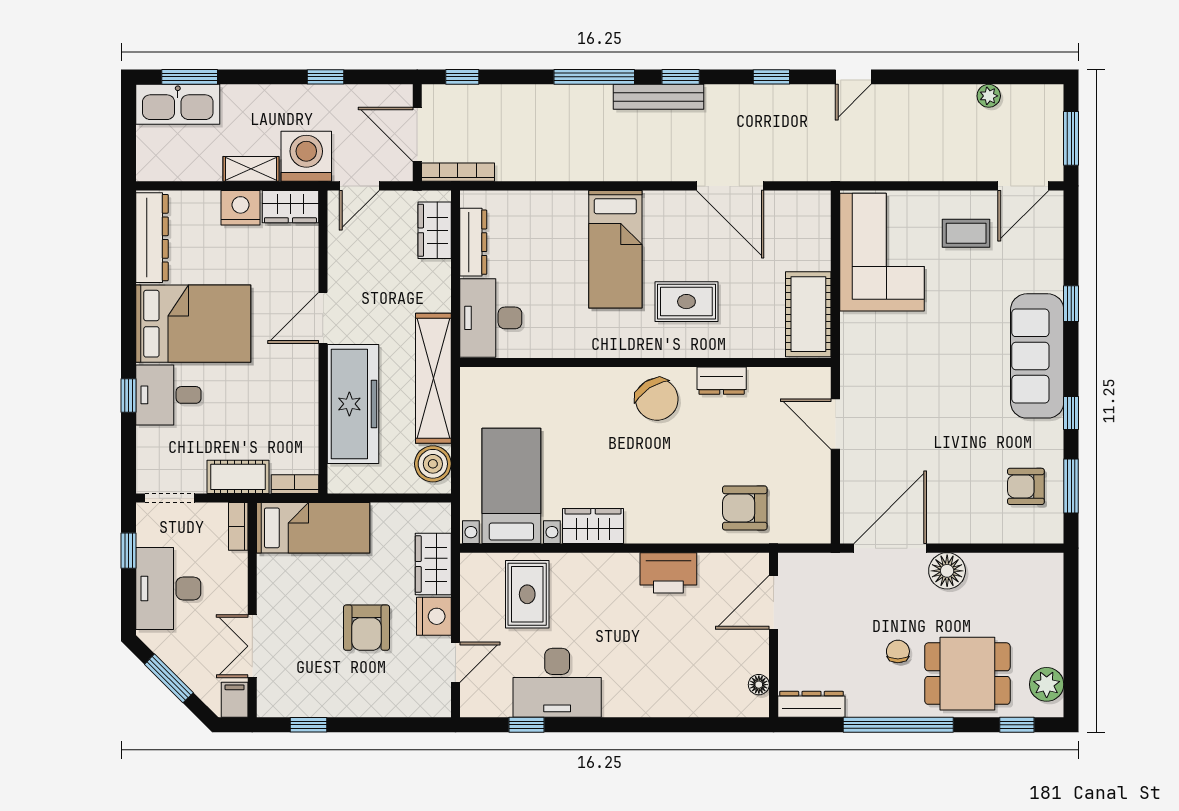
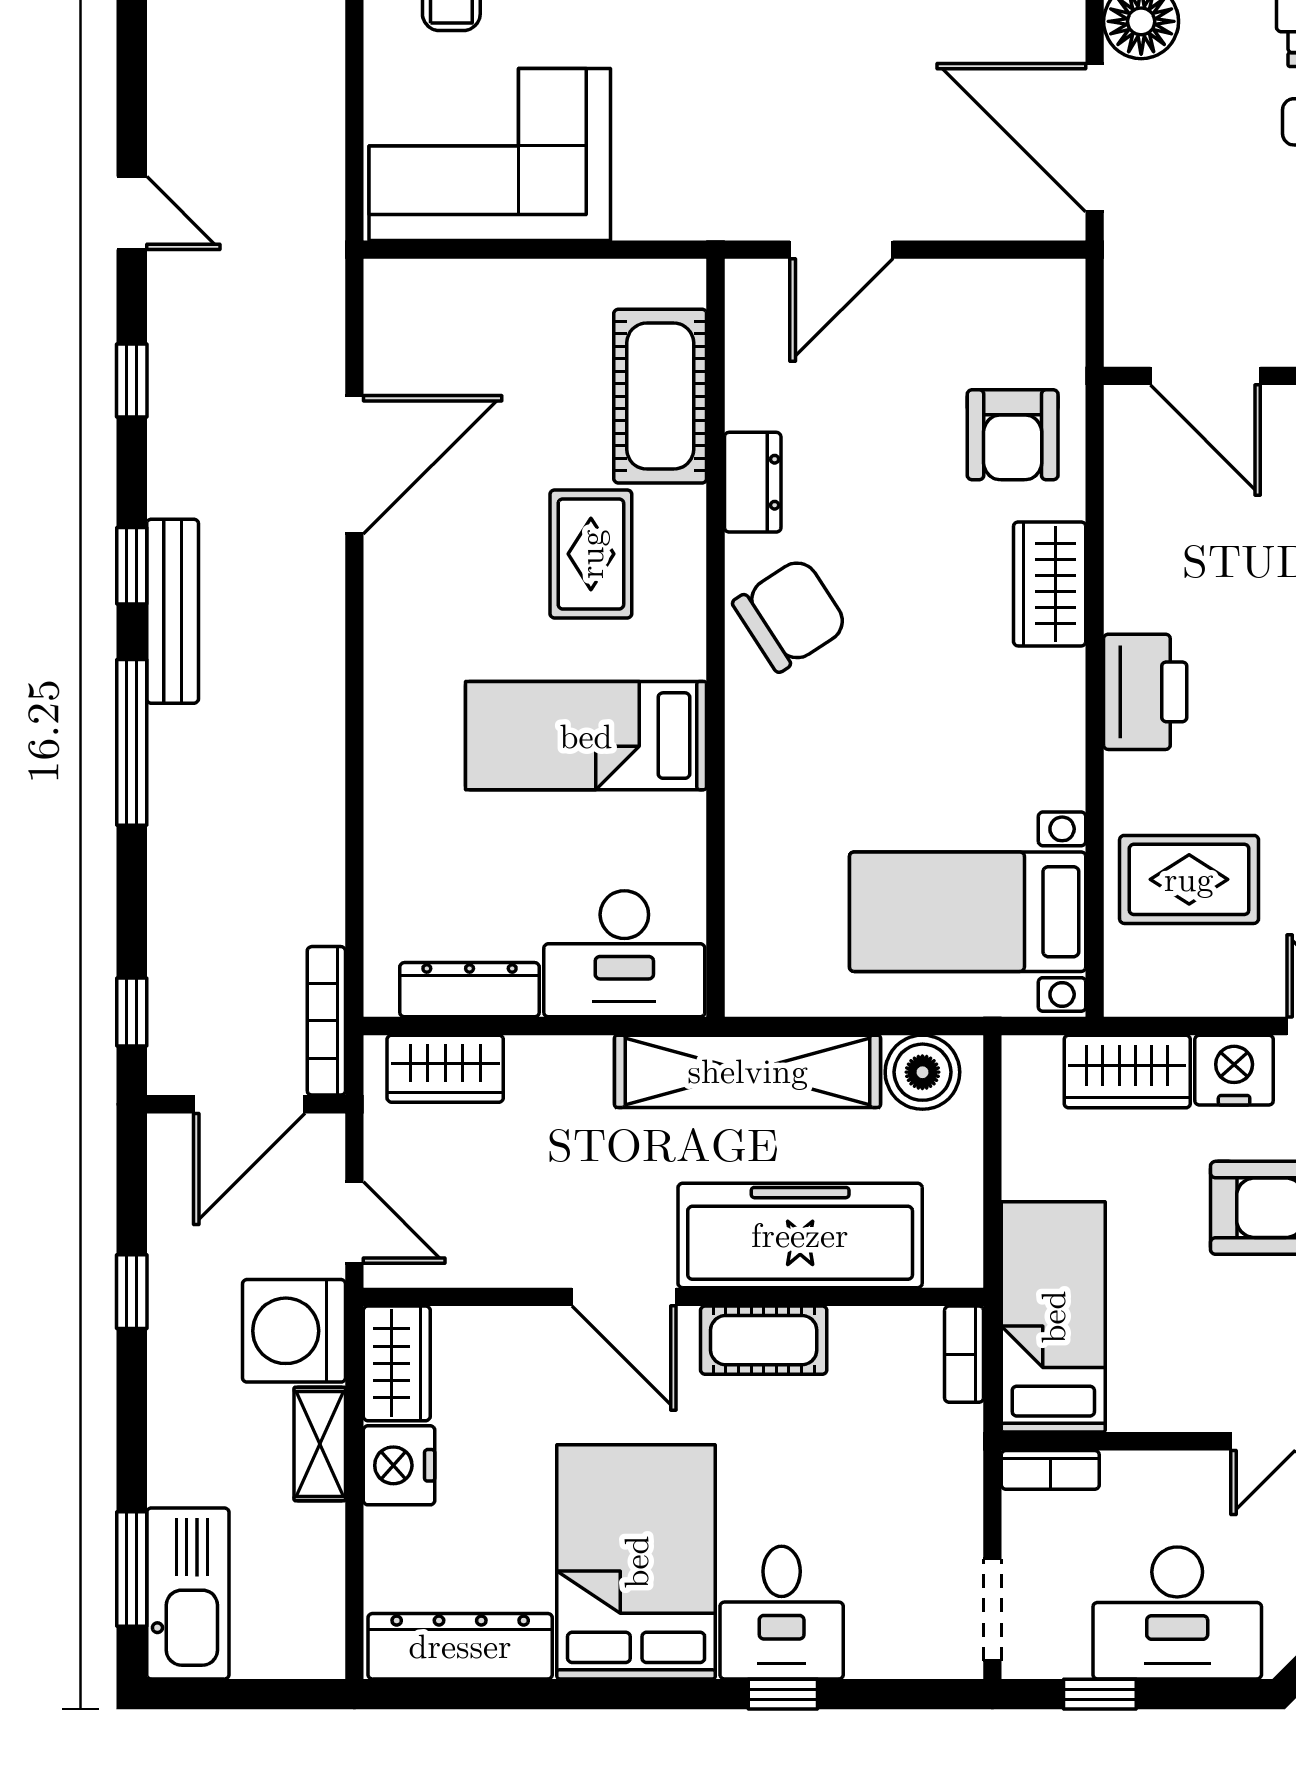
bed: (615, 249) -> (586, 736), moved, turned 180
cot: (808, 314) -> (660, 396), moved, turned 90
cot: (238, 477) -> (764, 1340), moved, turned 90
wardrobe: (593, 526) -> (1050, 584), moved
printer: (668, 573) -> (1145, 692), moved

